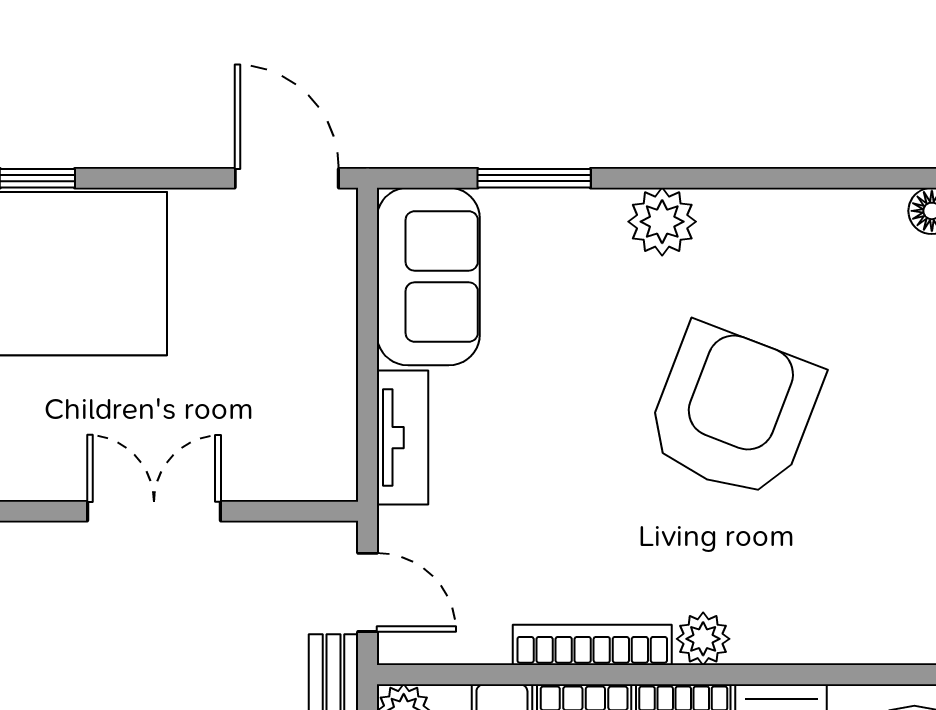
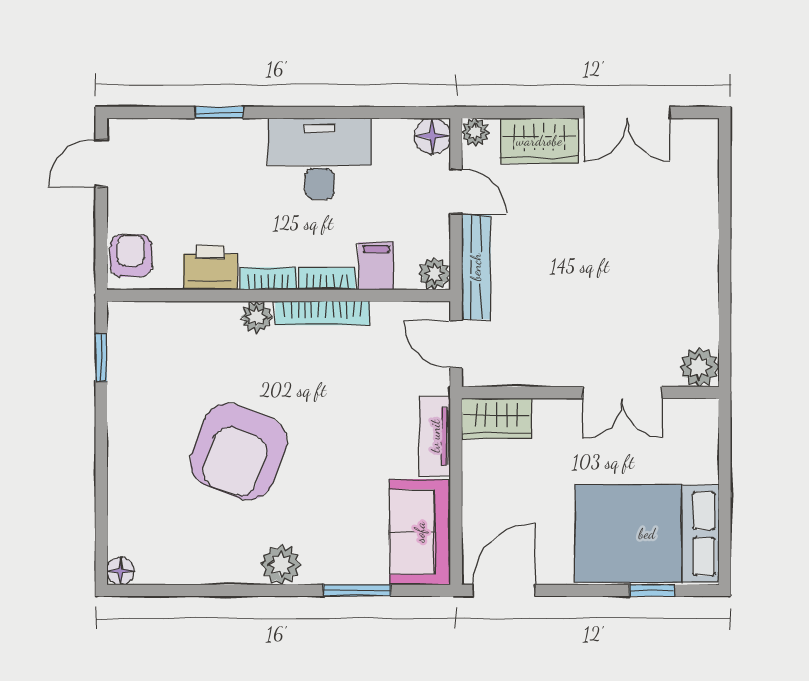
door: (287, 178) -> (504, 590), swing flipped
wardrobe: (299, 468) -> (497, 418), added
double door: (154, 511) -> (623, 393), moved

